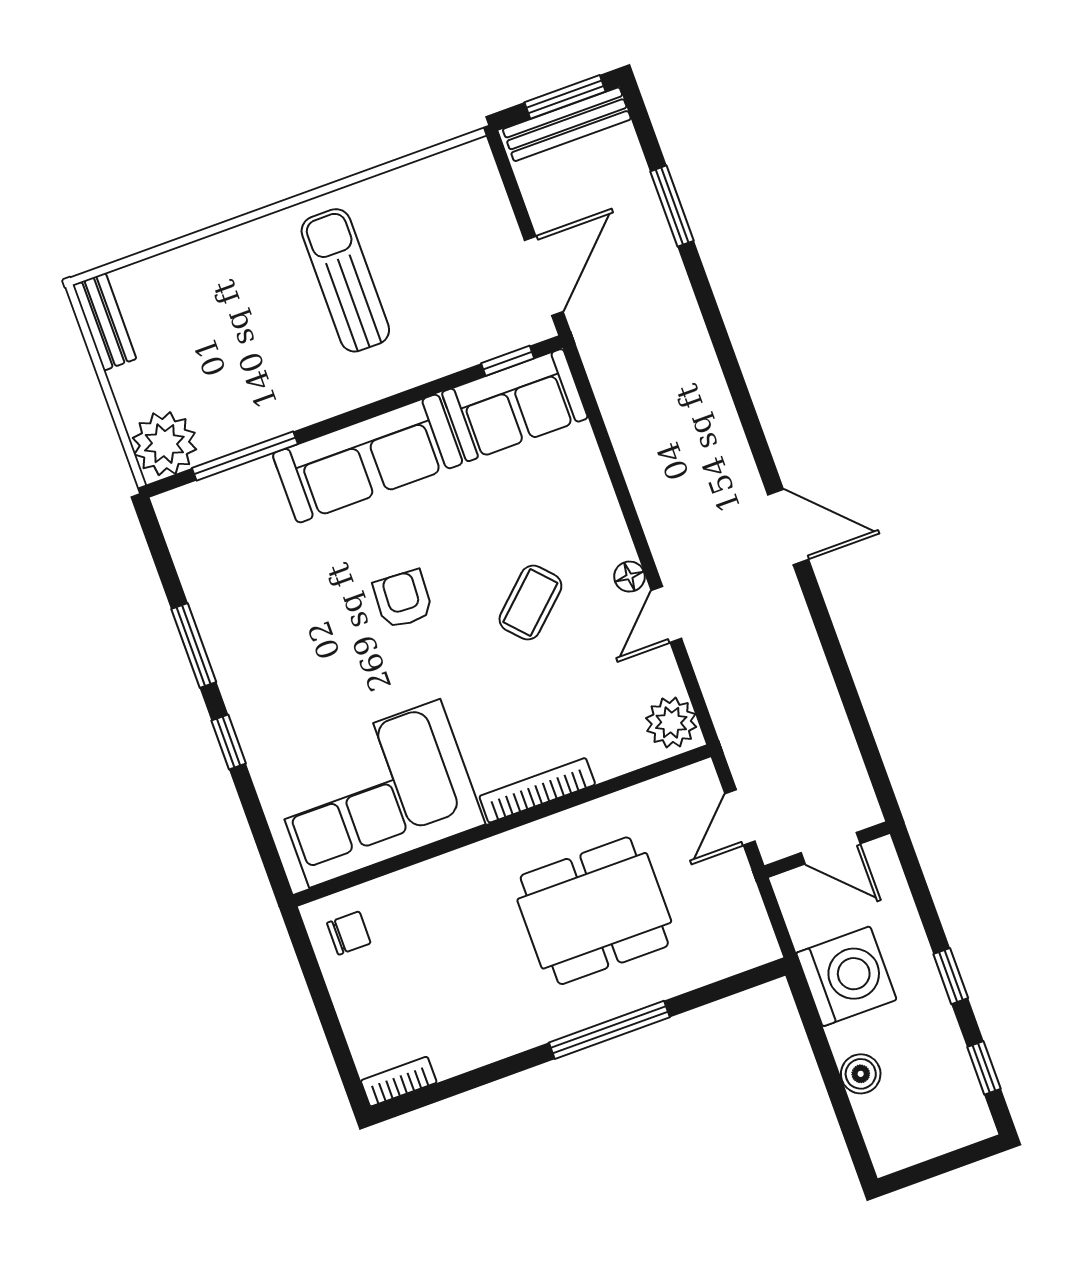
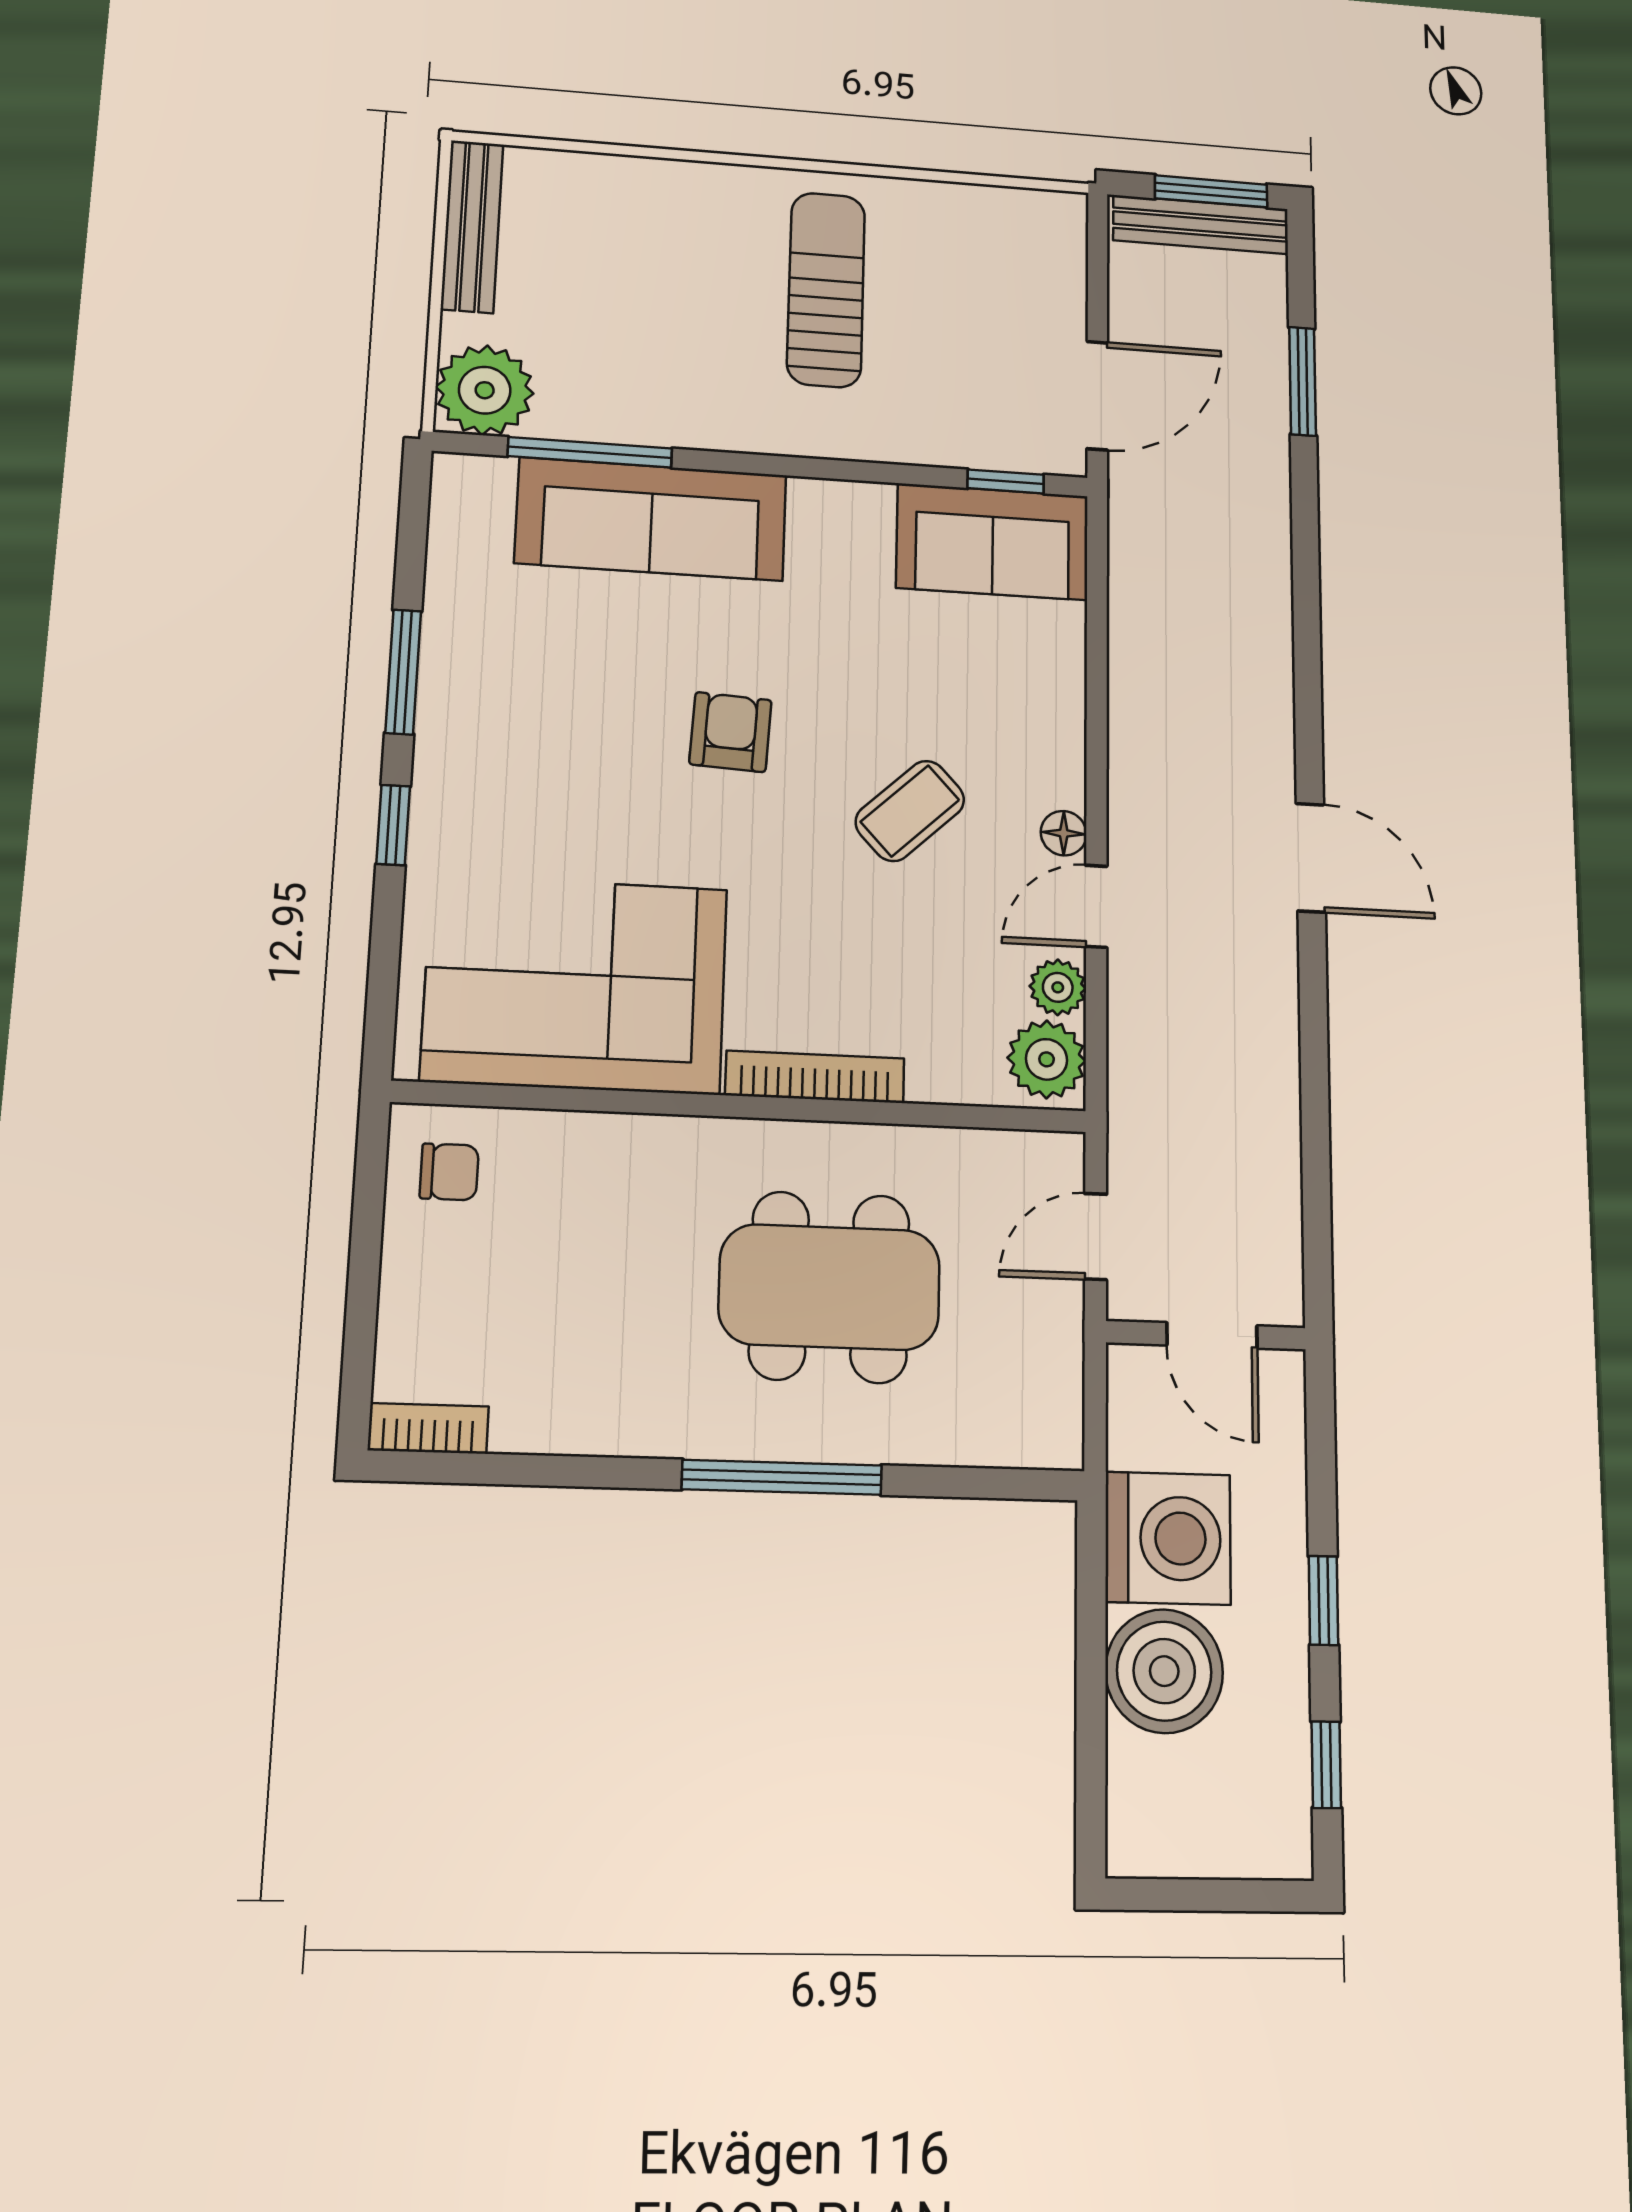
bench: (105, 322) -> (472, 226), width x1.36
sofa: (368, 459) -> (651, 519), moved
plant: (662, 675) -> (1058, 987), added
boiler: (861, 1074) -> (1164, 1671), width x1.86, depth x1.86

